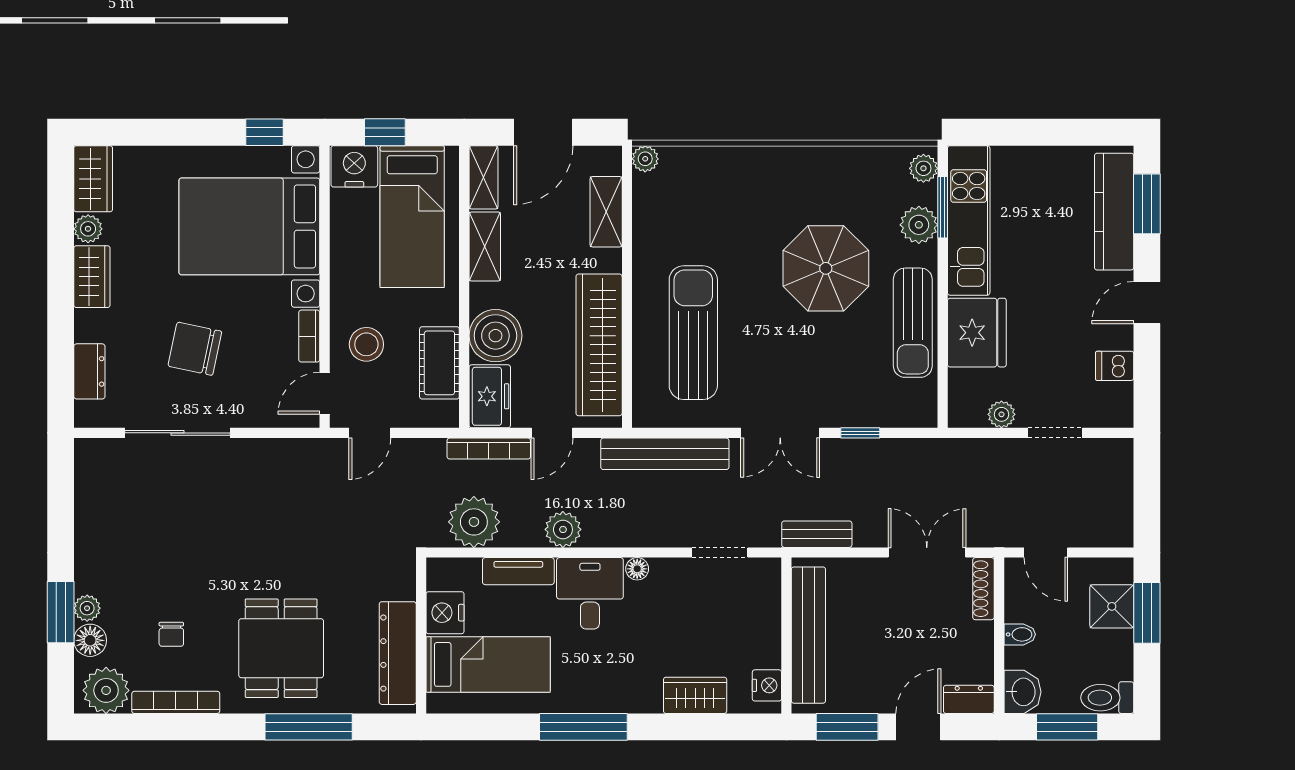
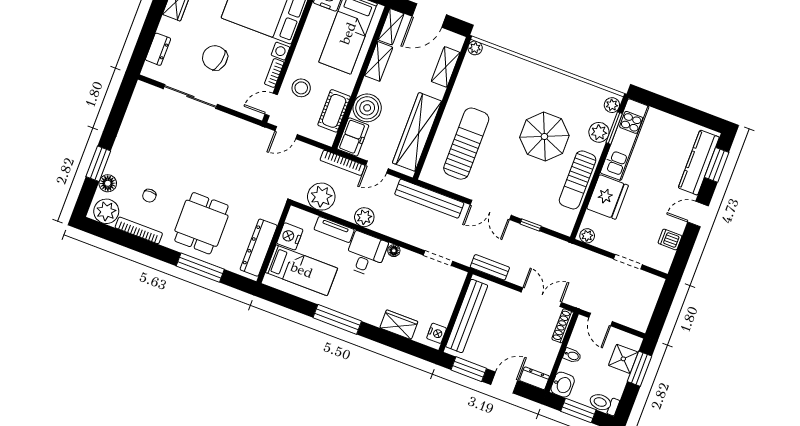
plant: (1001, 414) -> (587, 236), moved
plant: (87, 608) -> (112, 167), removed

